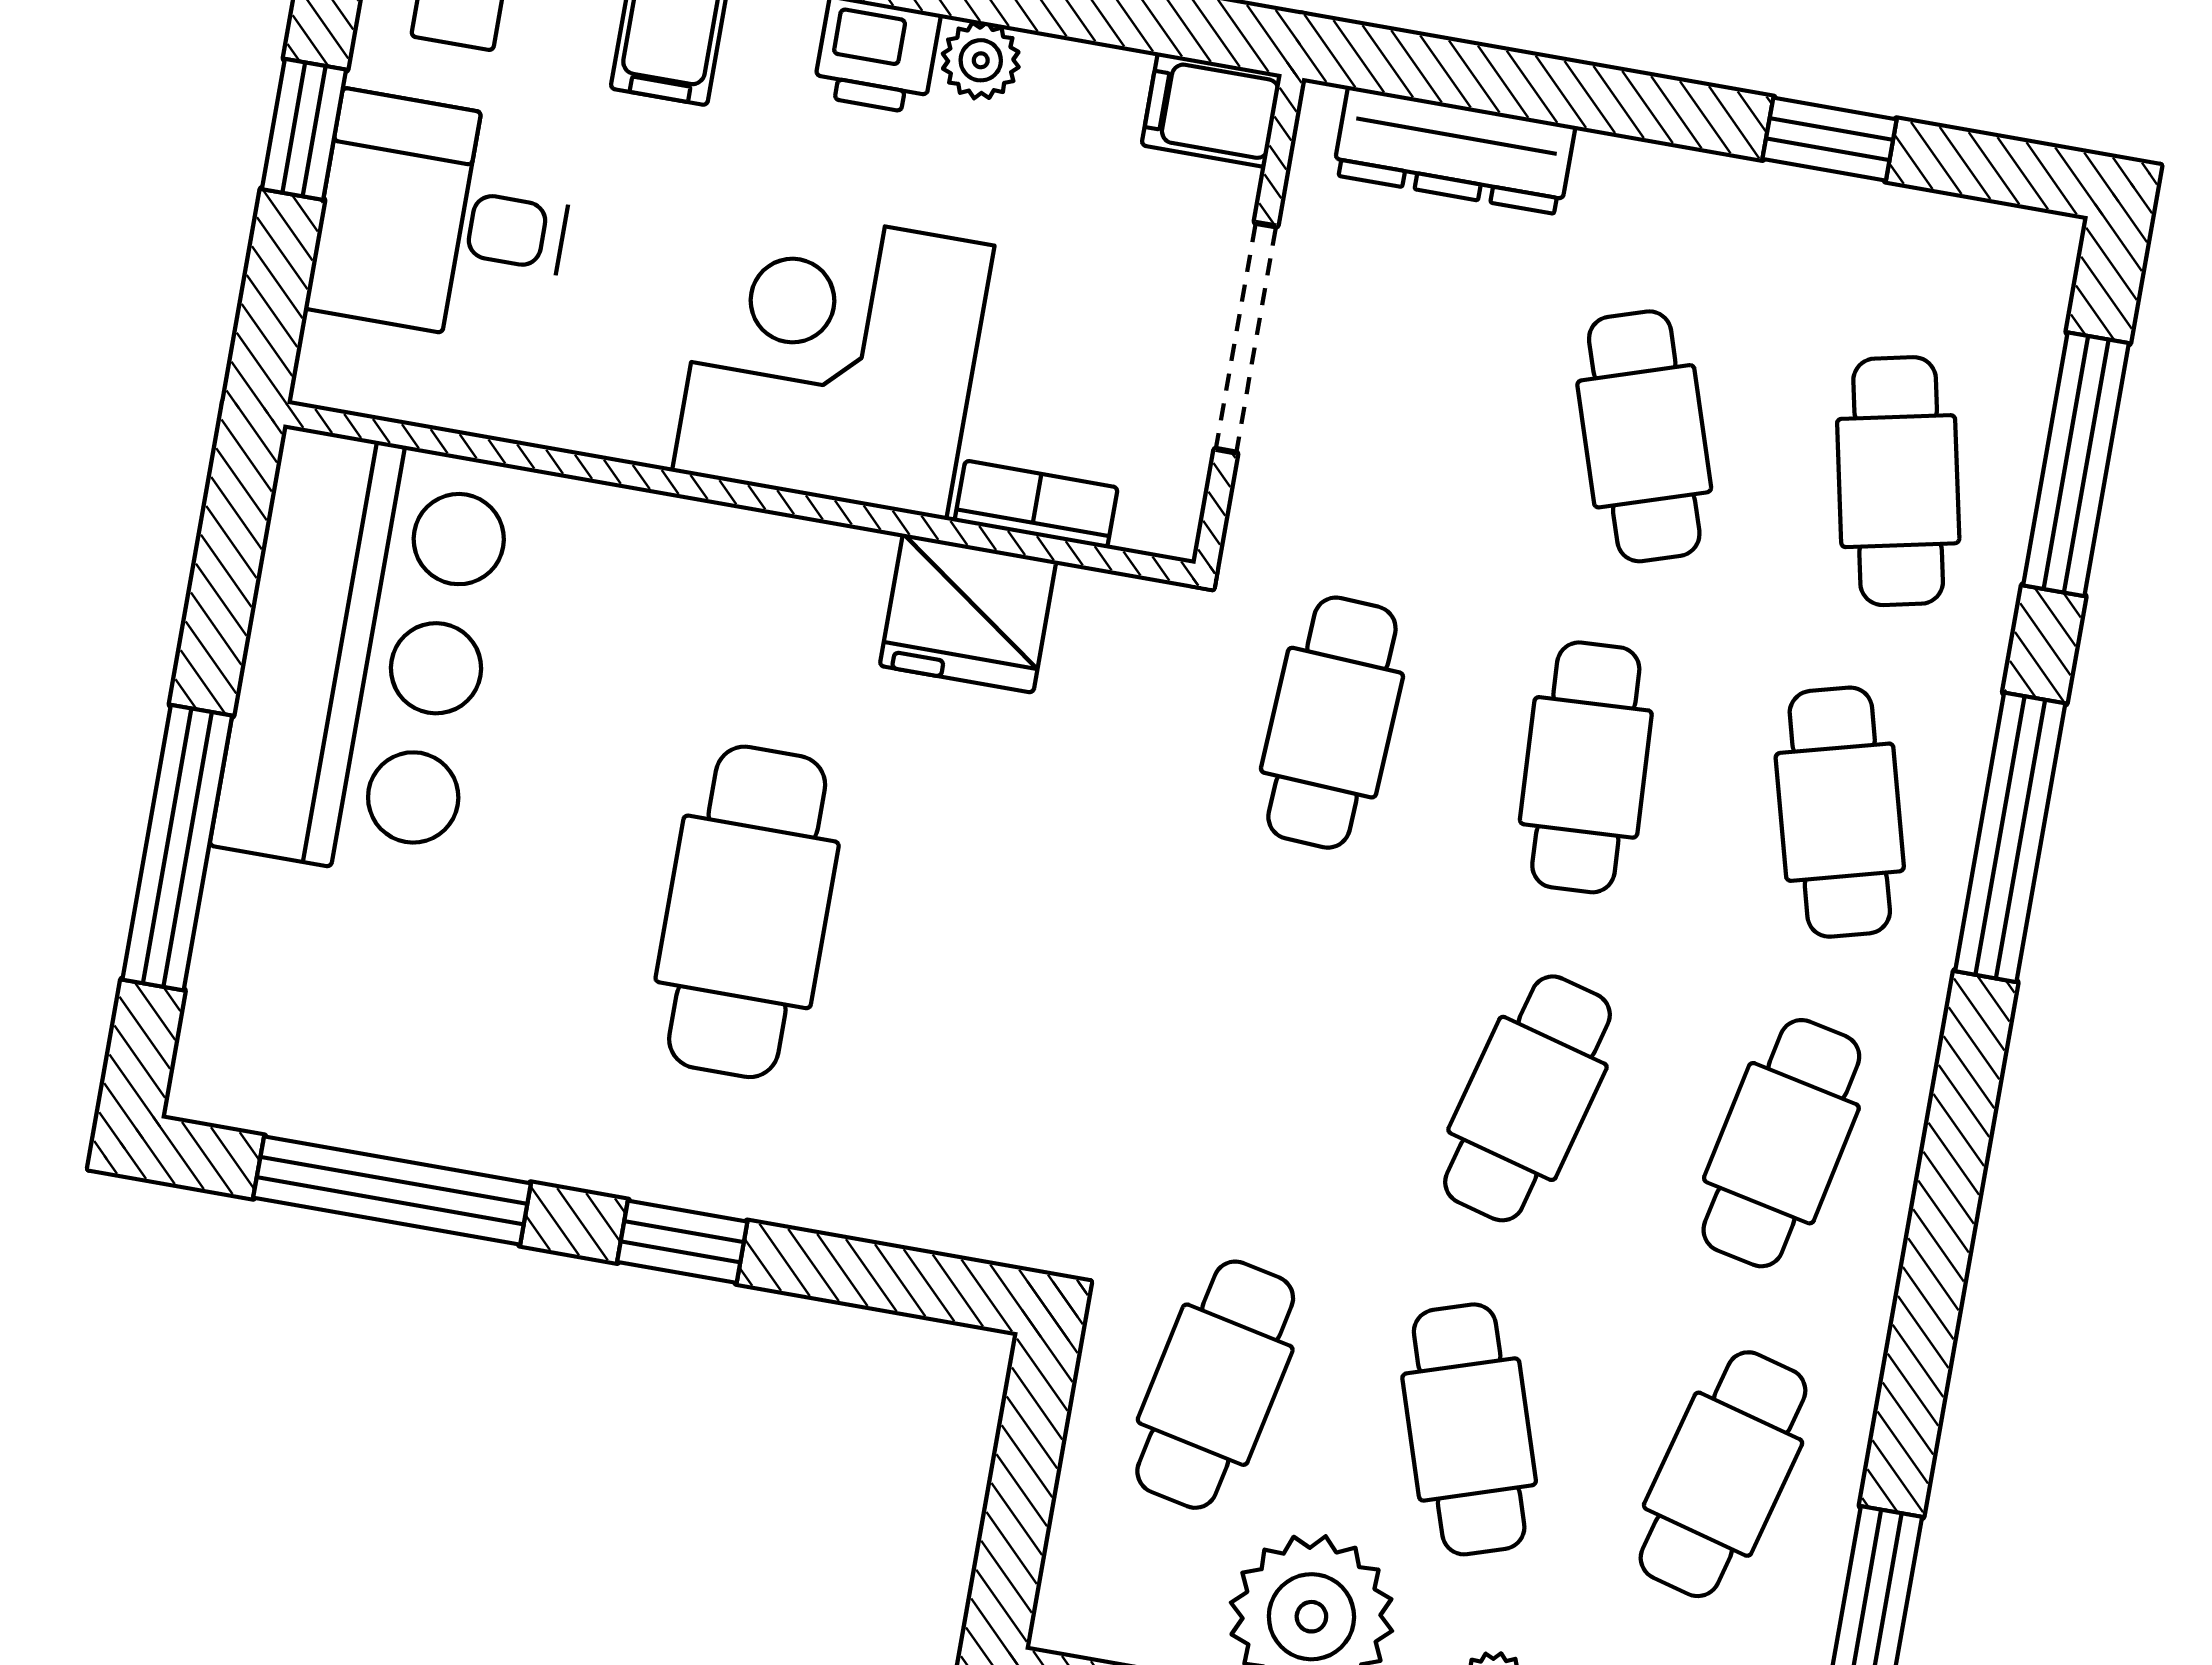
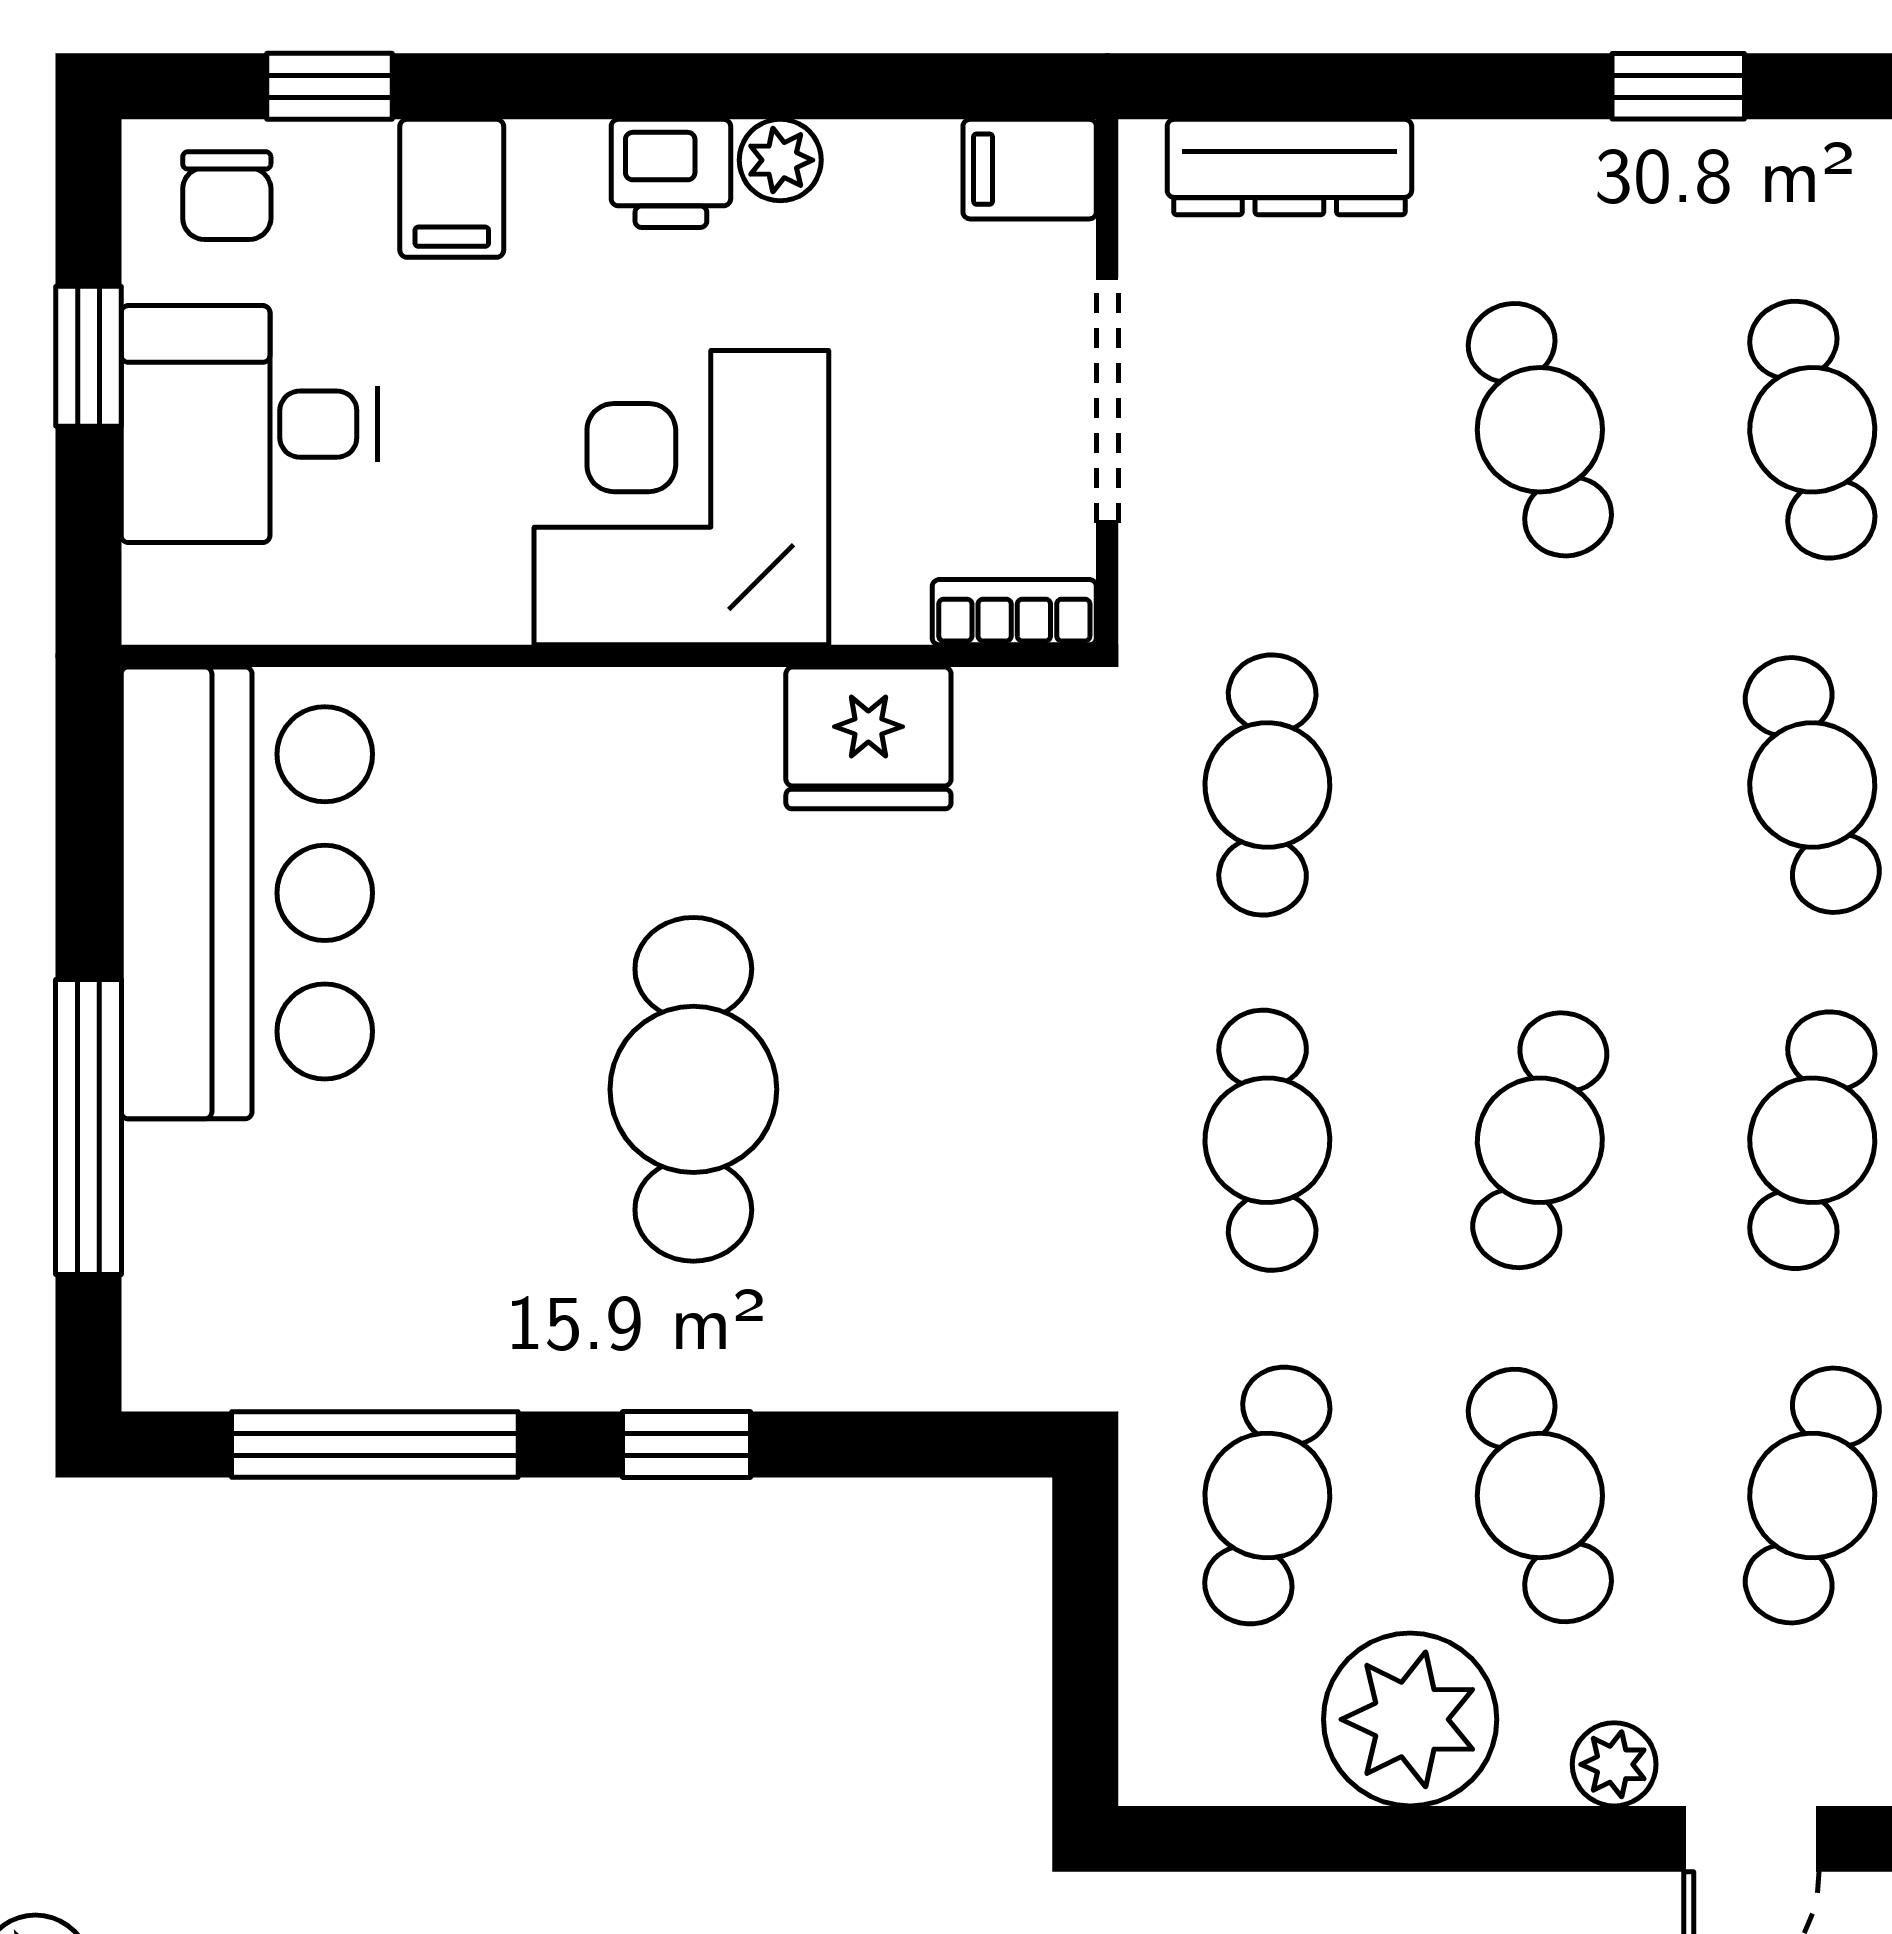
bookcase: (1036, 504) -> (1014, 612), moved
cafe table: (1586, 767) -> (1267, 1140), moved

